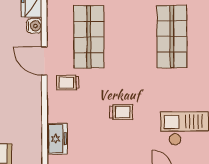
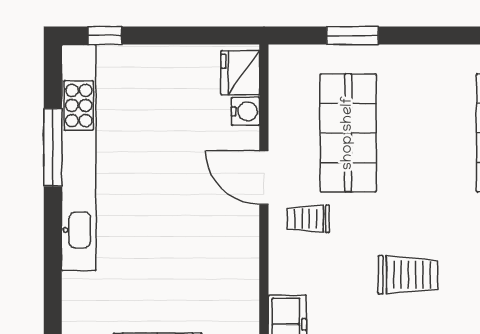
trolley: (121, 112) -> (408, 275), width x1.36, depth x1.39

